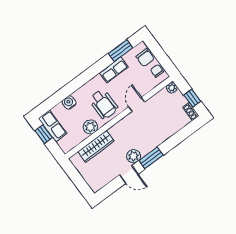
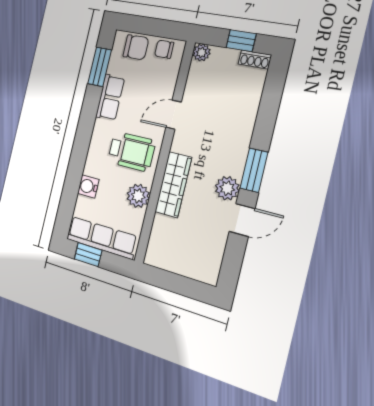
door: (137, 104) -> (174, 115), hinge flipped
row of seats: (53, 126) -> (101, 238), width x1.48
wardrobe: (96, 146) -> (173, 185), moved

